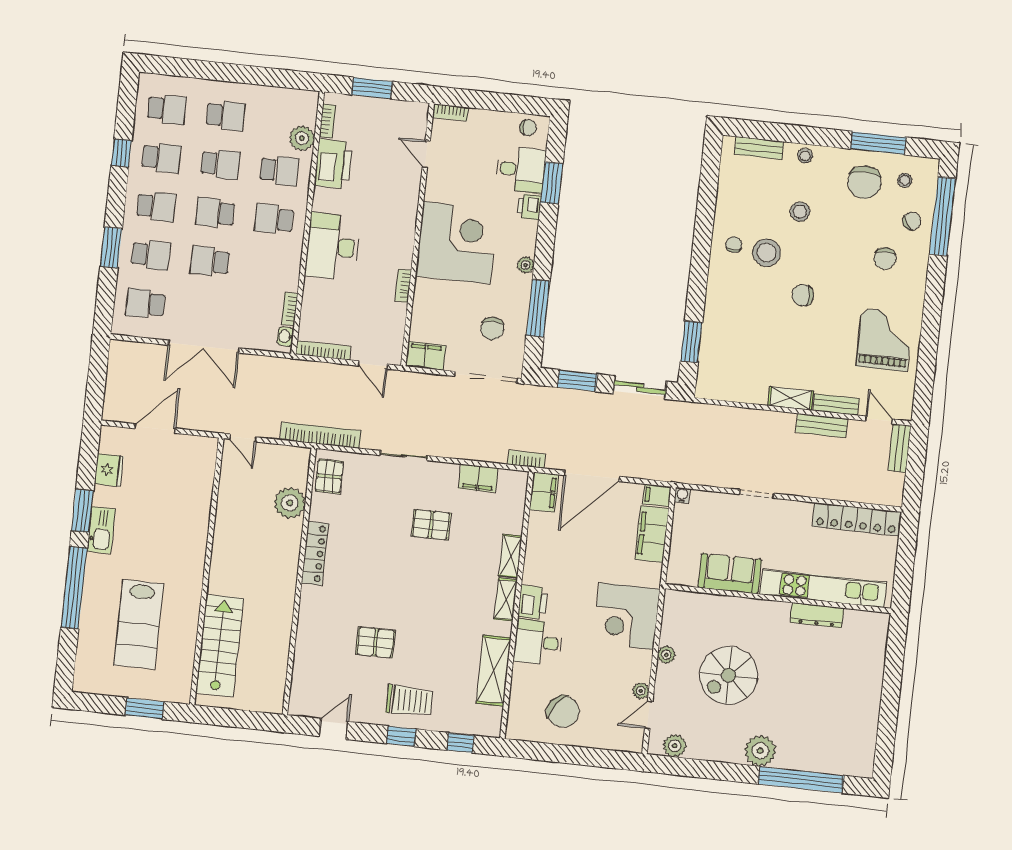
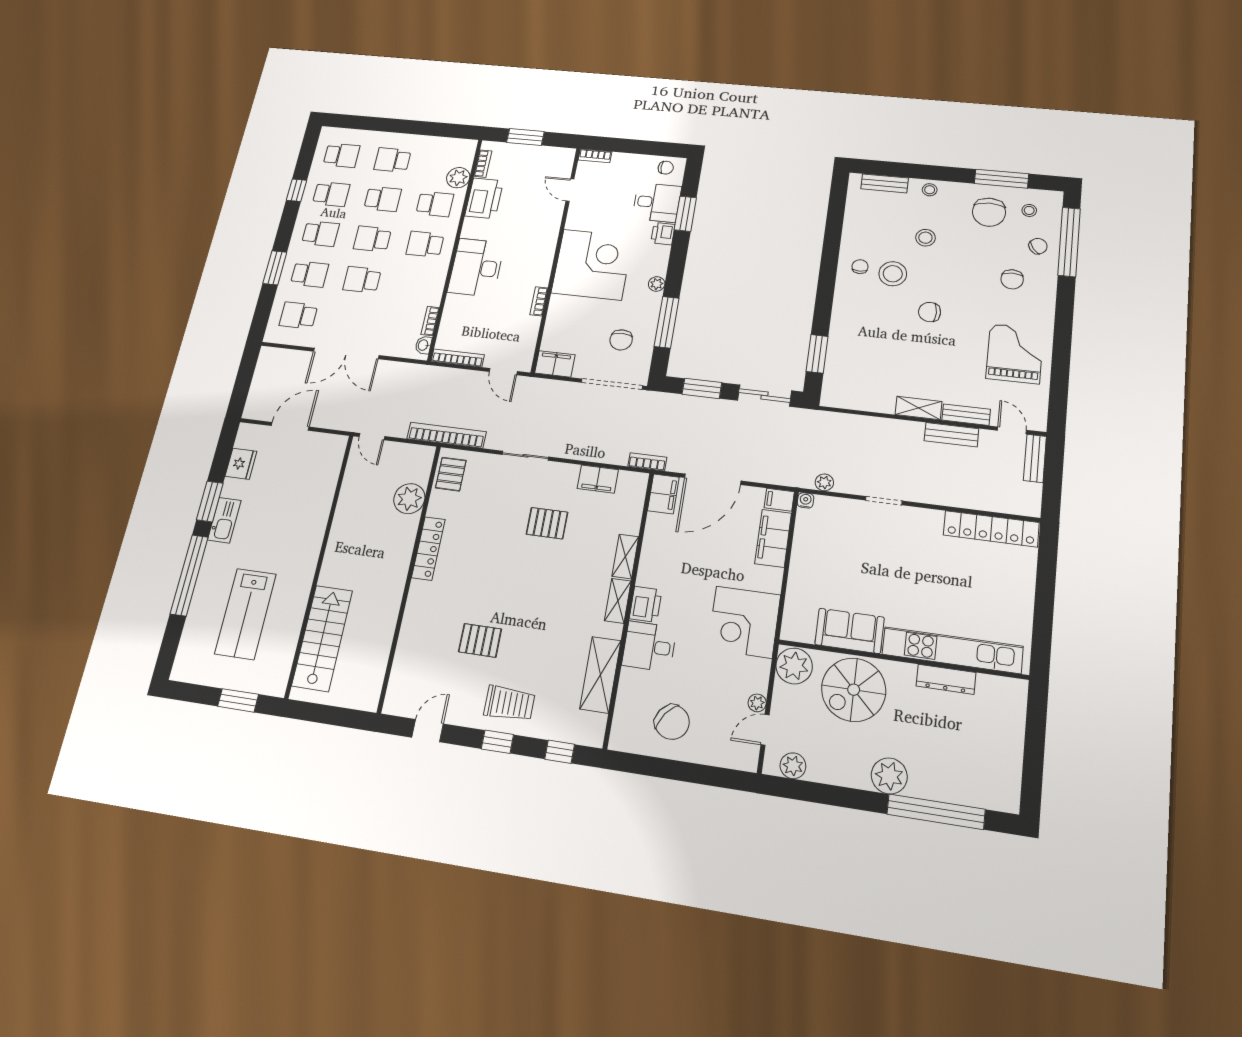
school desk: (226, 116) -> (393, 160), turned 180
plant: (700, 477) -> (824, 482), added
sofa: (730, 574) -> (850, 631), moved
kitchen unit: (823, 588) -> (952, 650), moved
wall: (778, 599) -> (902, 660), moved
dresser: (817, 615) -> (946, 679), moved
plant: (666, 655) -> (794, 666), width x1.87, depth x1.87

